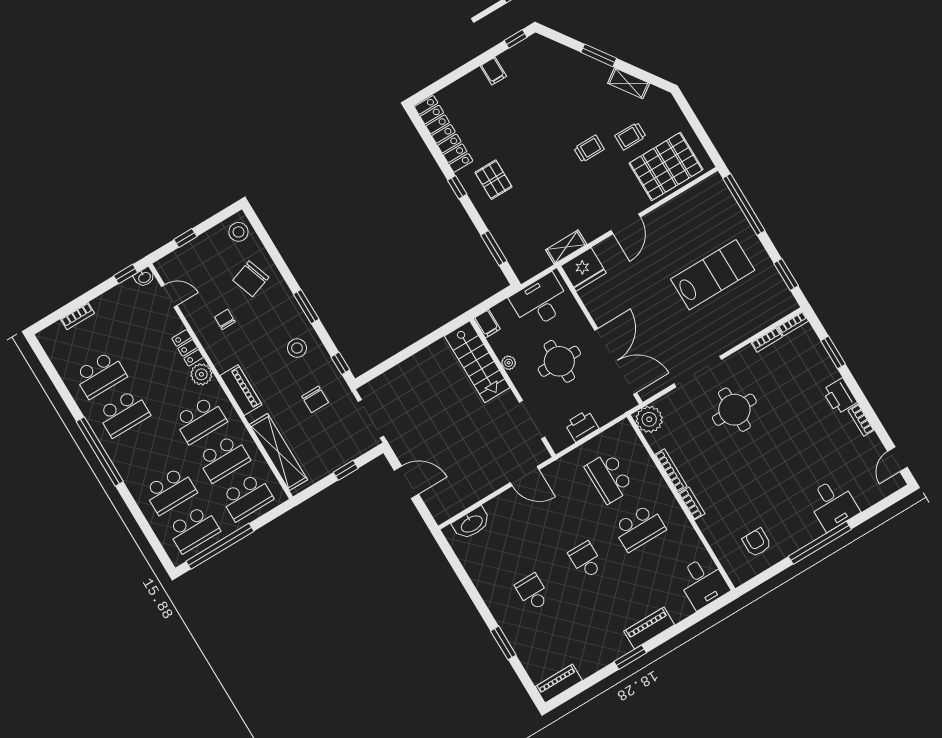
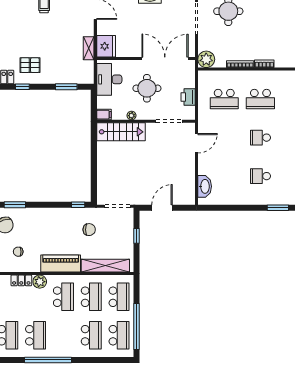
window: (306, 307) -> (15, 205), moved
stool: (297, 348) -> (56, 223), removed
piano: (241, 390) -> (61, 264), width x1.37, depth x1.33
school desk: (639, 528) -> (260, 99), turned 90

